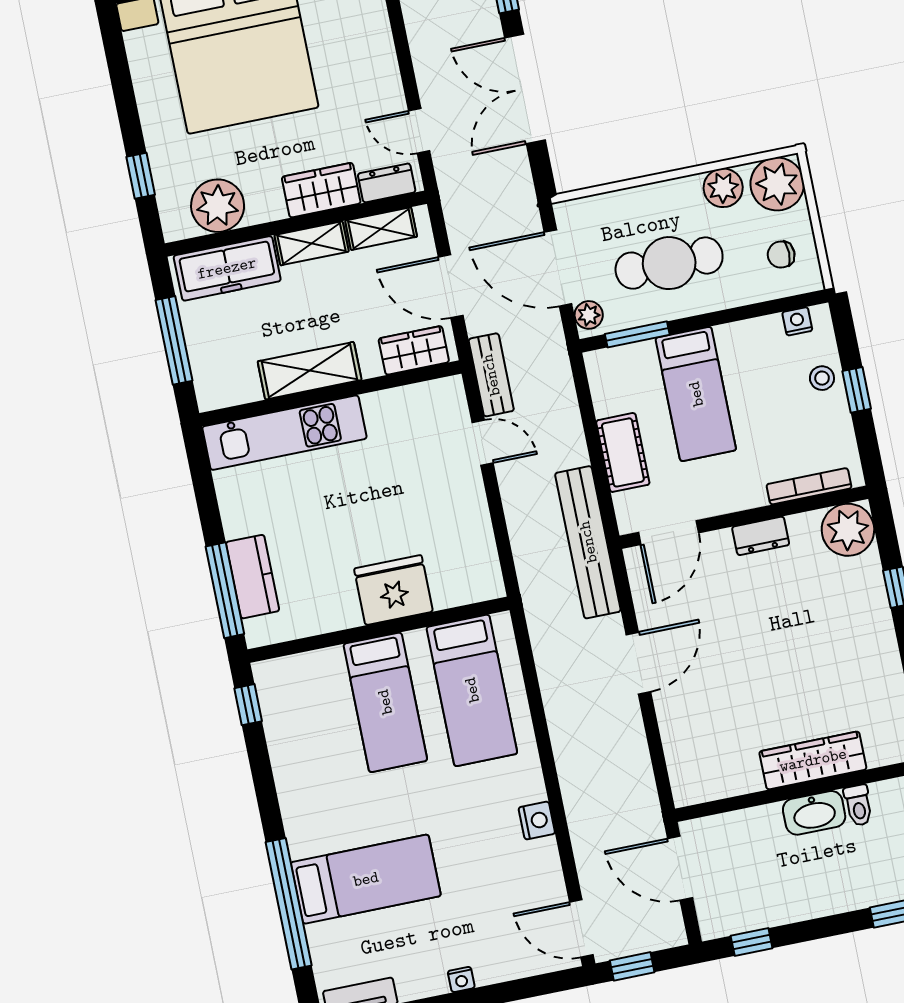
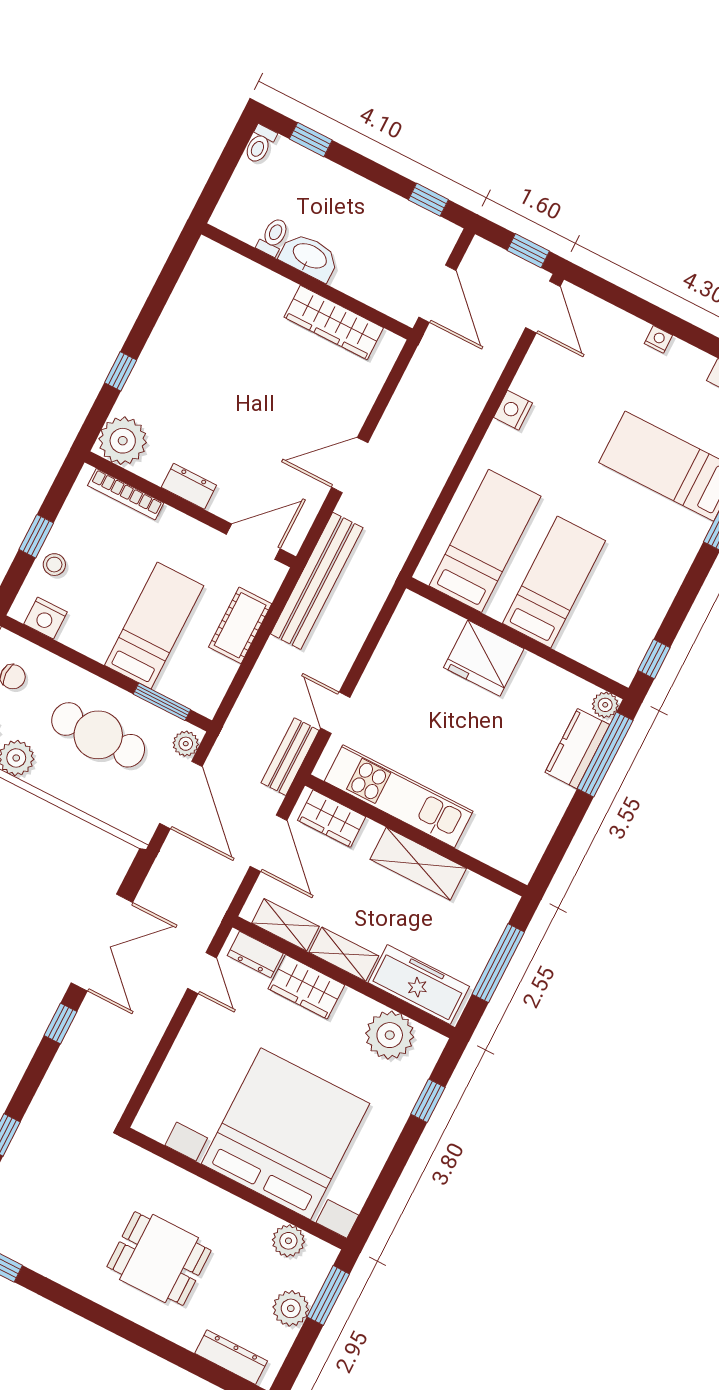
nightstand: (797, 321) -> (46, 618), width x1.39, depth x1.35
kitchen unit: (284, 433) -> (399, 796), moved
plant: (258, 633) -> (605, 705), added
wardrobe: (813, 760) -> (334, 322), moved

